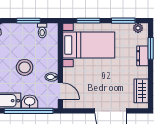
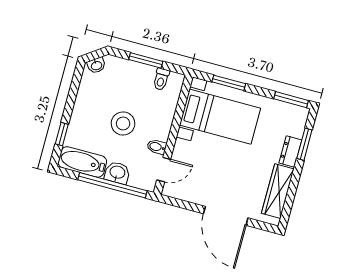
window: (123, 21) -> (291, 100), moved
plant: (138, 28) -> (295, 111), removed
door: (60, 91) -> (164, 170), hinge flipped
wardrobe: (141, 91) -> (278, 191), width x1.50

